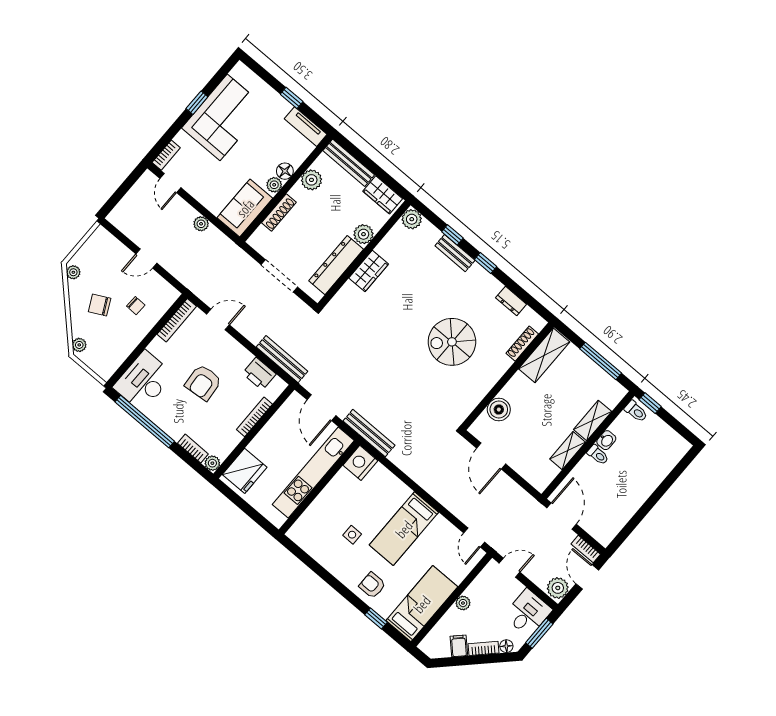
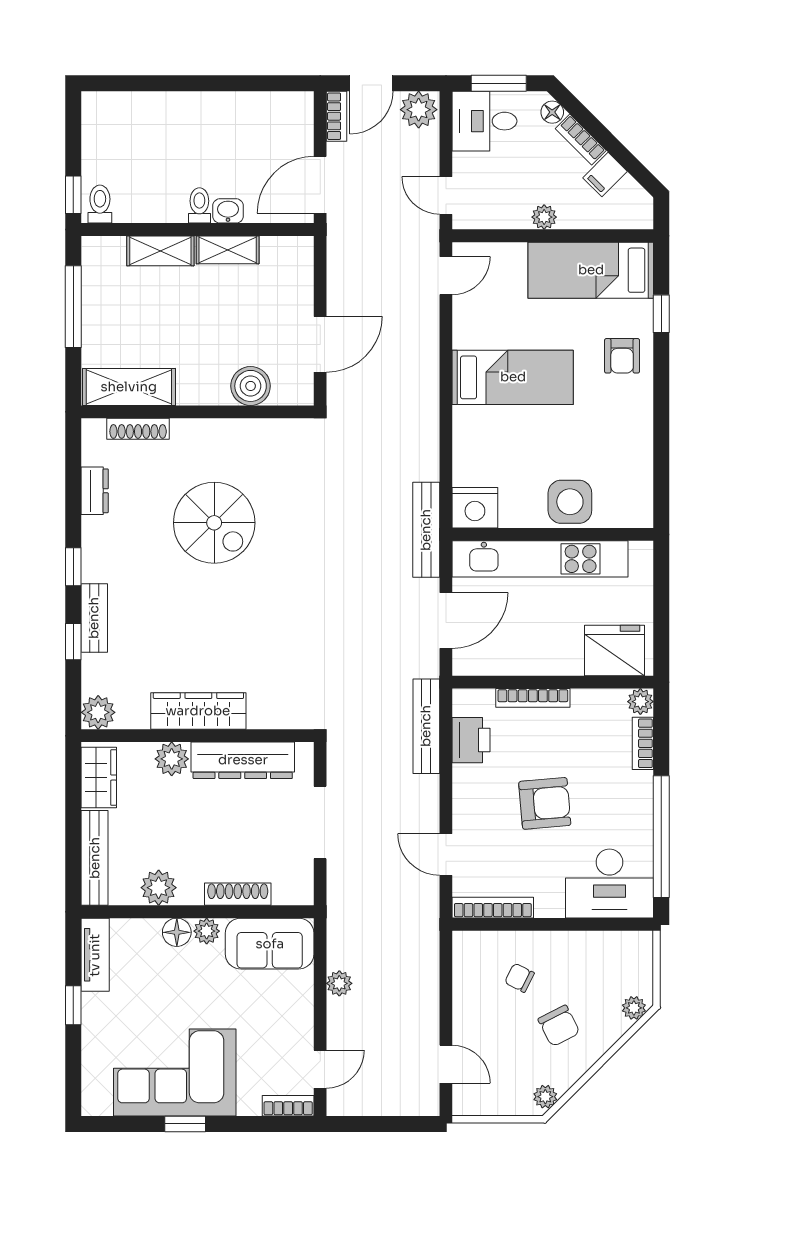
door: (146, 259) -> (446, 1064), moved
wardrobe: (369, 271) -> (198, 711), width x1.50
chair: (136, 306) -> (519, 978), turned -65
washbasin: (606, 440) -> (228, 211), moved
side table: (352, 535) -> (570, 502), moved, width x1.87, depth x1.87

